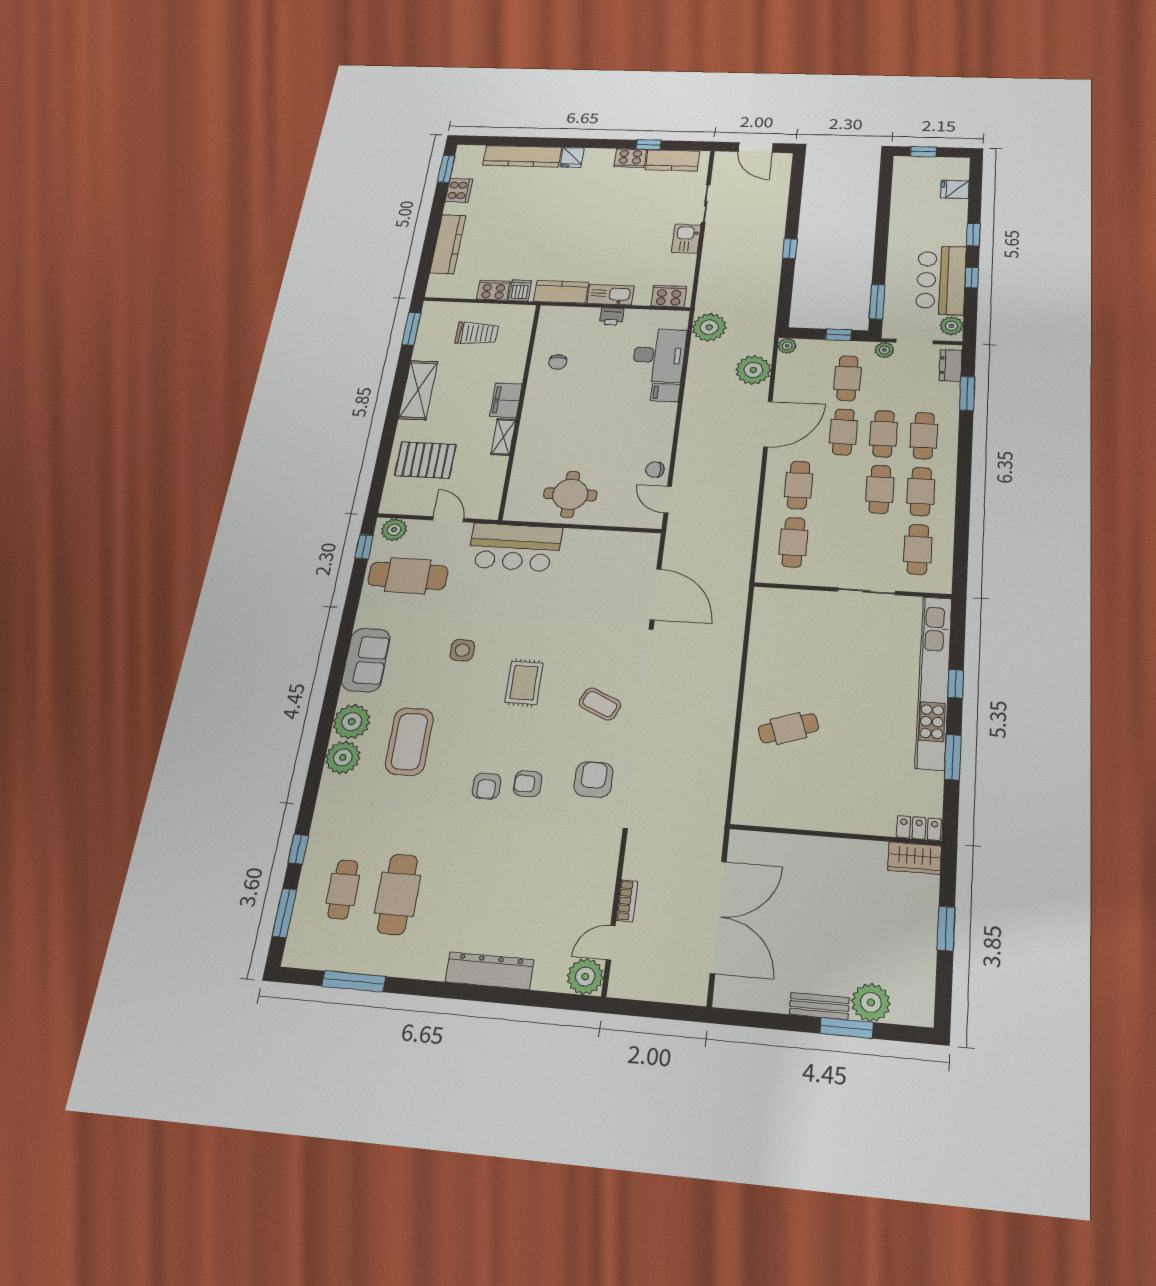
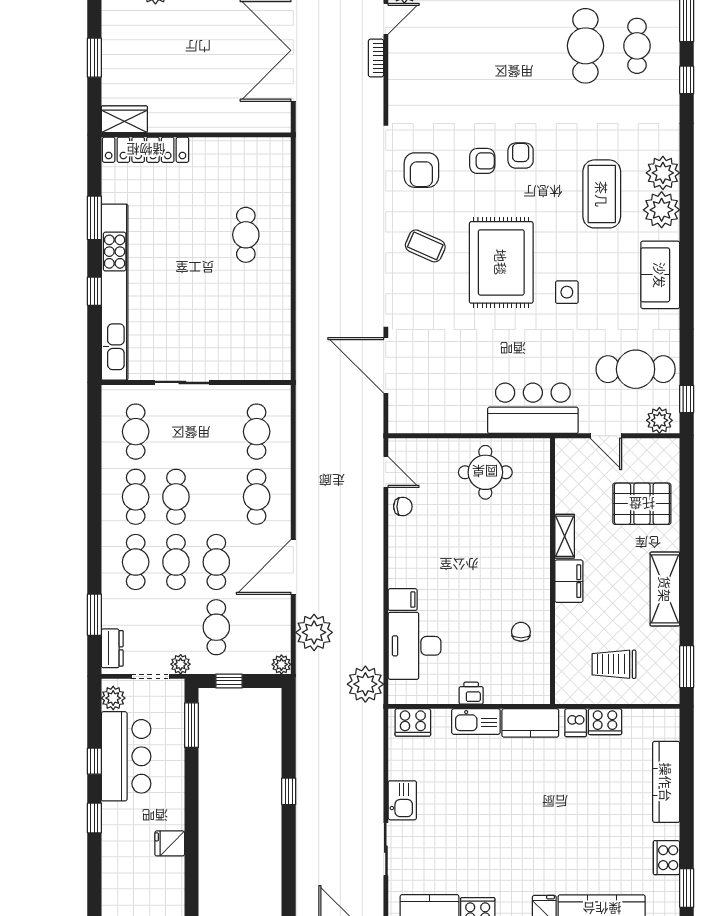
fridge: (955, 189) -> (170, 843), moved, turned 180
rug: (524, 683) -> (501, 262), width x1.86, depth x2.06
cafe table: (788, 728) -> (246, 235), turned -71
locker: (919, 828) -> (146, 150), width x2.16, depth x1.21

